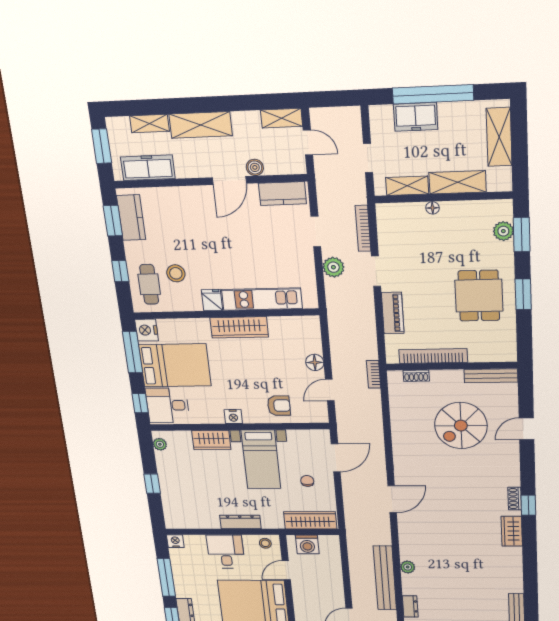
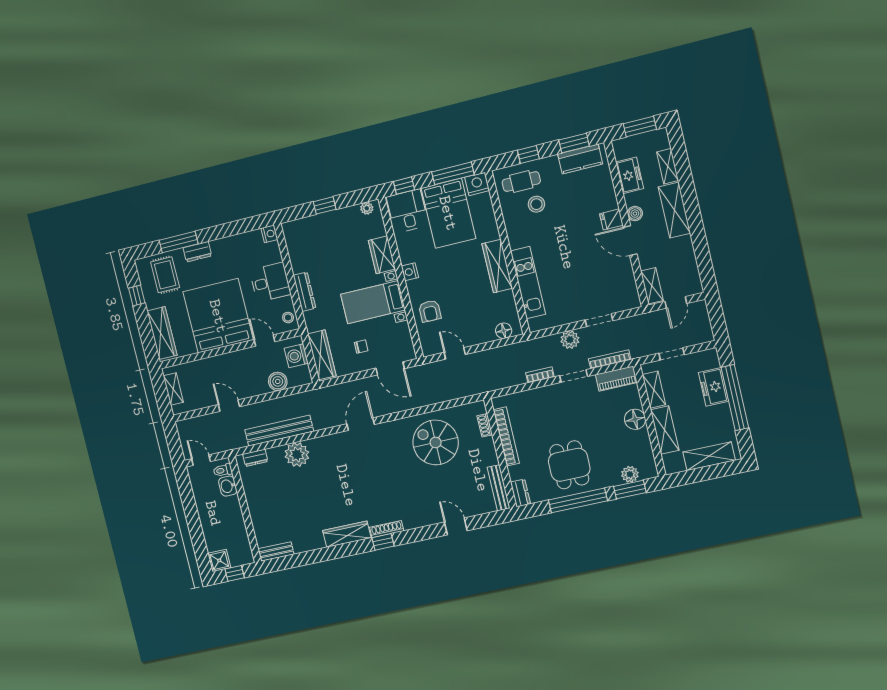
shelving: (282, 118) -> (652, 286), moved
boiler: (255, 167) -> (635, 214), moved
freezer: (148, 168) -> (630, 175), width x0.71
kitchen counter: (282, 194) -> (627, 287), removed
floor lamp: (433, 208) -> (635, 419), width x1.89, depth x1.89
window: (523, 294) -> (578, 500), width x2.11
dining table: (479, 296) -> (569, 465), turned 90
fridge: (212, 300) -> (611, 219), moved, turned 180
piano: (393, 313) -> (616, 379), moved
dresser: (502, 354) -> (520, 493), added
floor lamp: (315, 362) -> (504, 331), moved
bookcase: (374, 374) -> (540, 375), moved
spiral stairs: (461, 426) -> (436, 442), moved
door: (392, 499) -> (361, 424), swing flipped
shoe rack: (515, 499) -> (387, 529), width x1.43
wardrobe: (512, 531) -> (347, 534), width x1.50
plant: (408, 567) -> (297, 455), width x1.88, depth x1.88
boiler: (332, 568) -> (278, 381), added
window: (166, 577) -> (228, 230), removed

